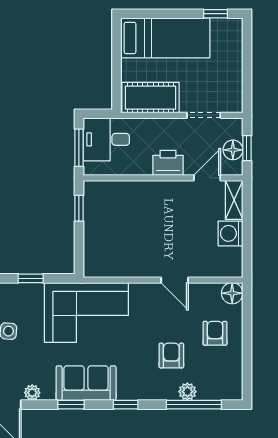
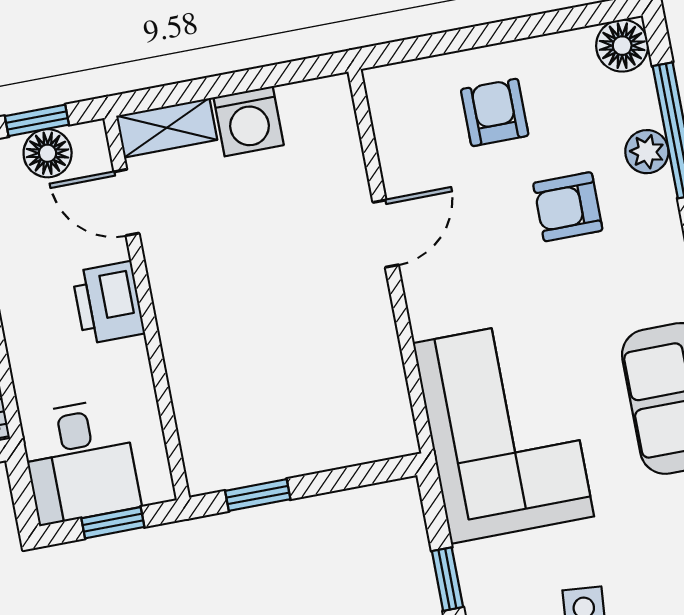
window: (79, 148) -> (113, 523), width x0.67
floor lamp: (232, 293) -> (622, 46), moved
armchair: (215, 333) -> (495, 112), turned 90

